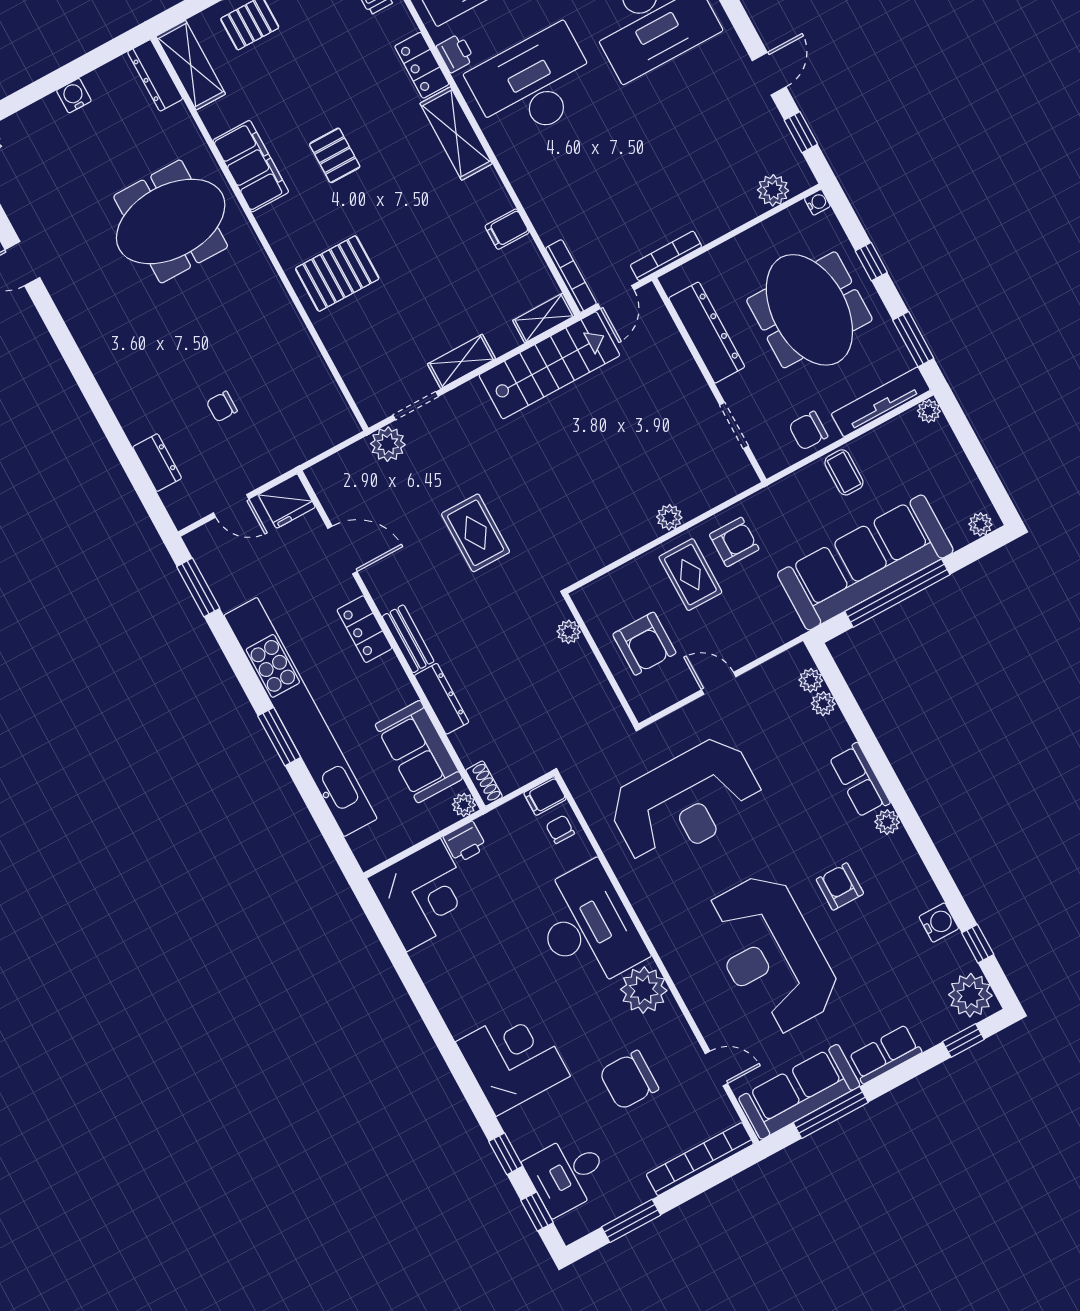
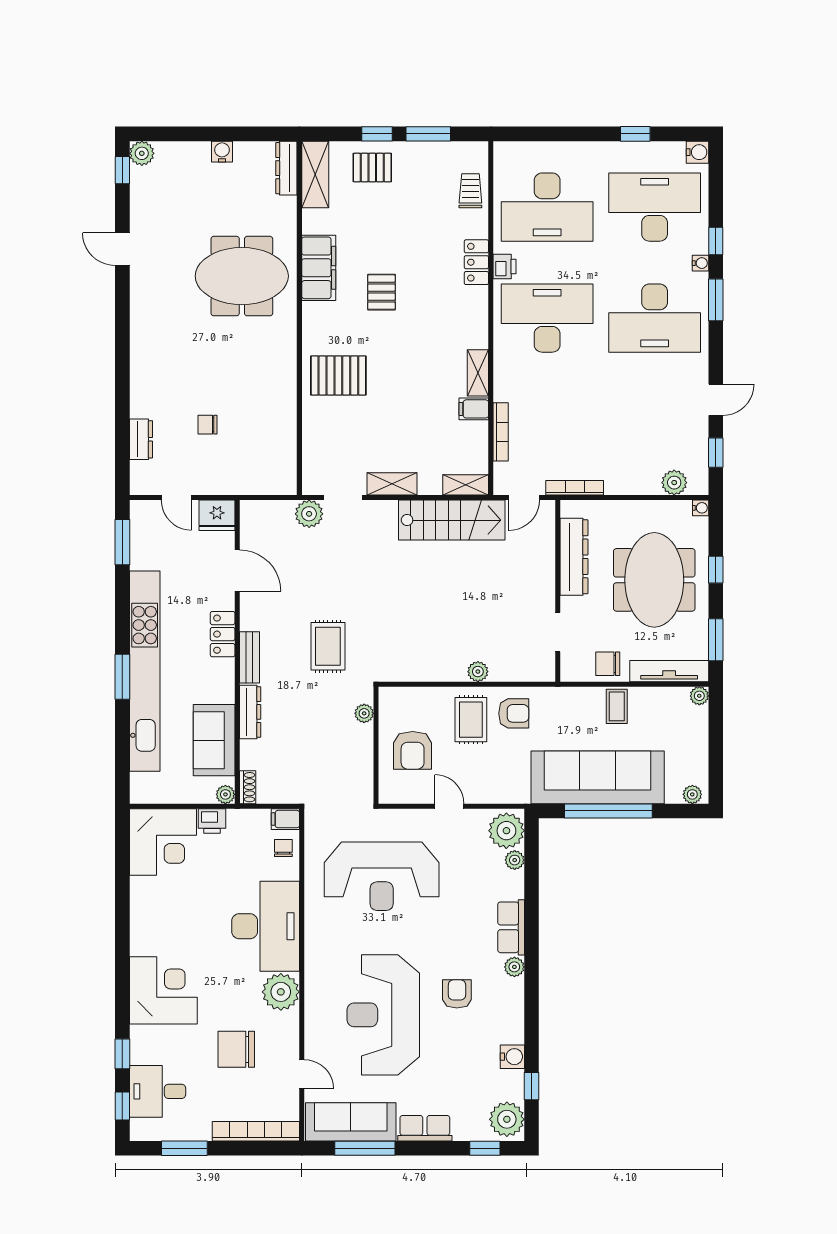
shelving: (456, 134) -> (478, 373), moved, width x0.67, depth x0.75
bookcase: (571, 276) -> (501, 432), moved
rug: (476, 533) -> (328, 646), moved
plant: (811, 680) -> (506, 831), width x1.87, depth x1.87

